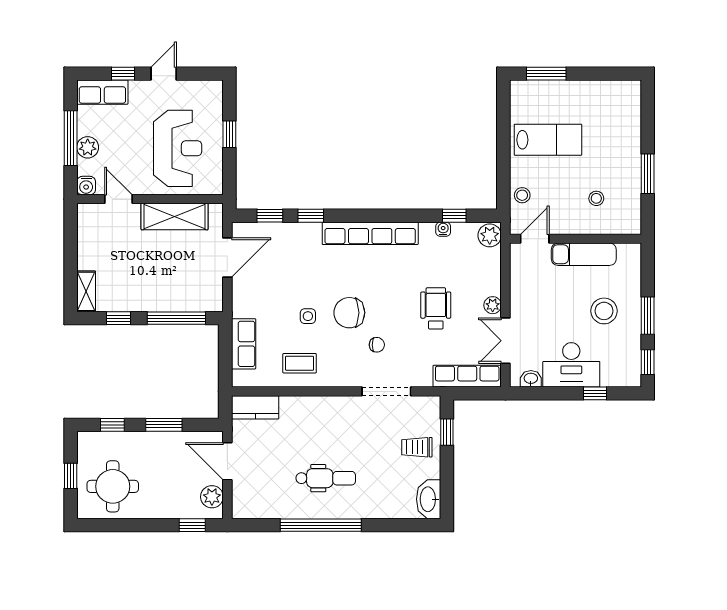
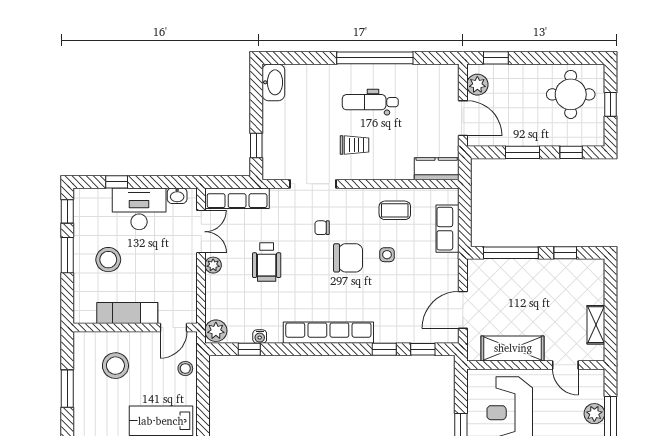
water cooler: (86, 186) -> (596, 378), removed
stool: (596, 198) -> (115, 366), width x1.89, depth x1.89
shelving: (86, 291) -> (596, 325), moved
trolley: (417, 447) -> (354, 145), moved

